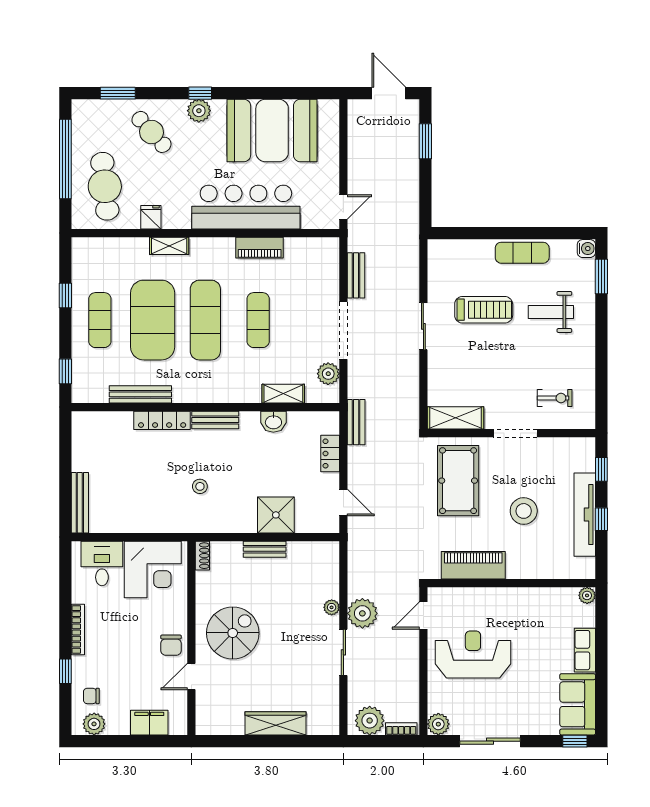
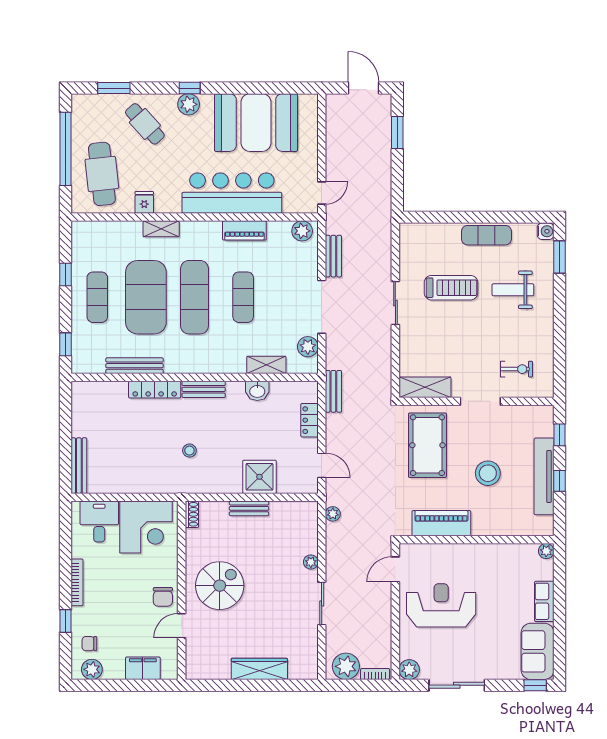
plant: (322, 248) -> (302, 231), added
plant: (362, 613) -> (333, 514), moved, width x0.53, depth x0.53

